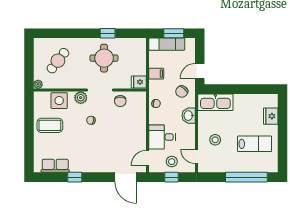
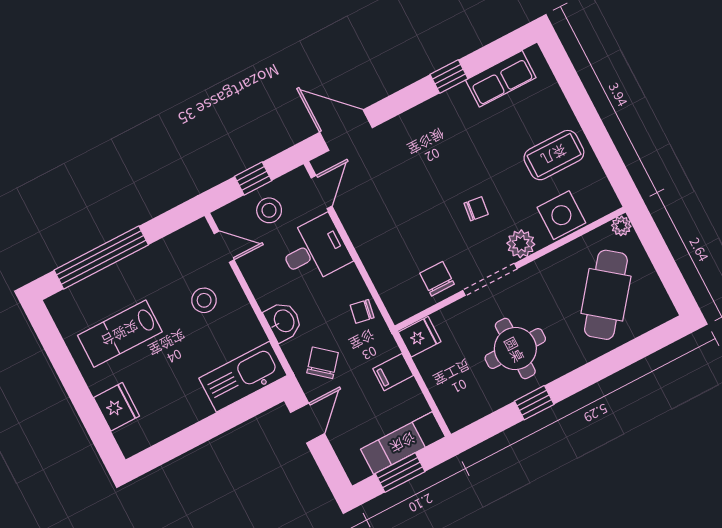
cafe table: (58, 61) -> (606, 295), width x1.37, depth x1.35

